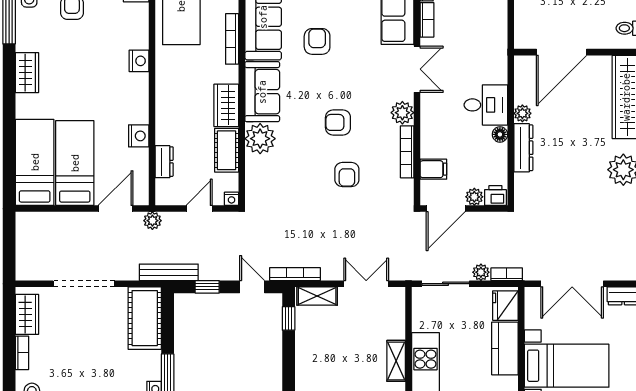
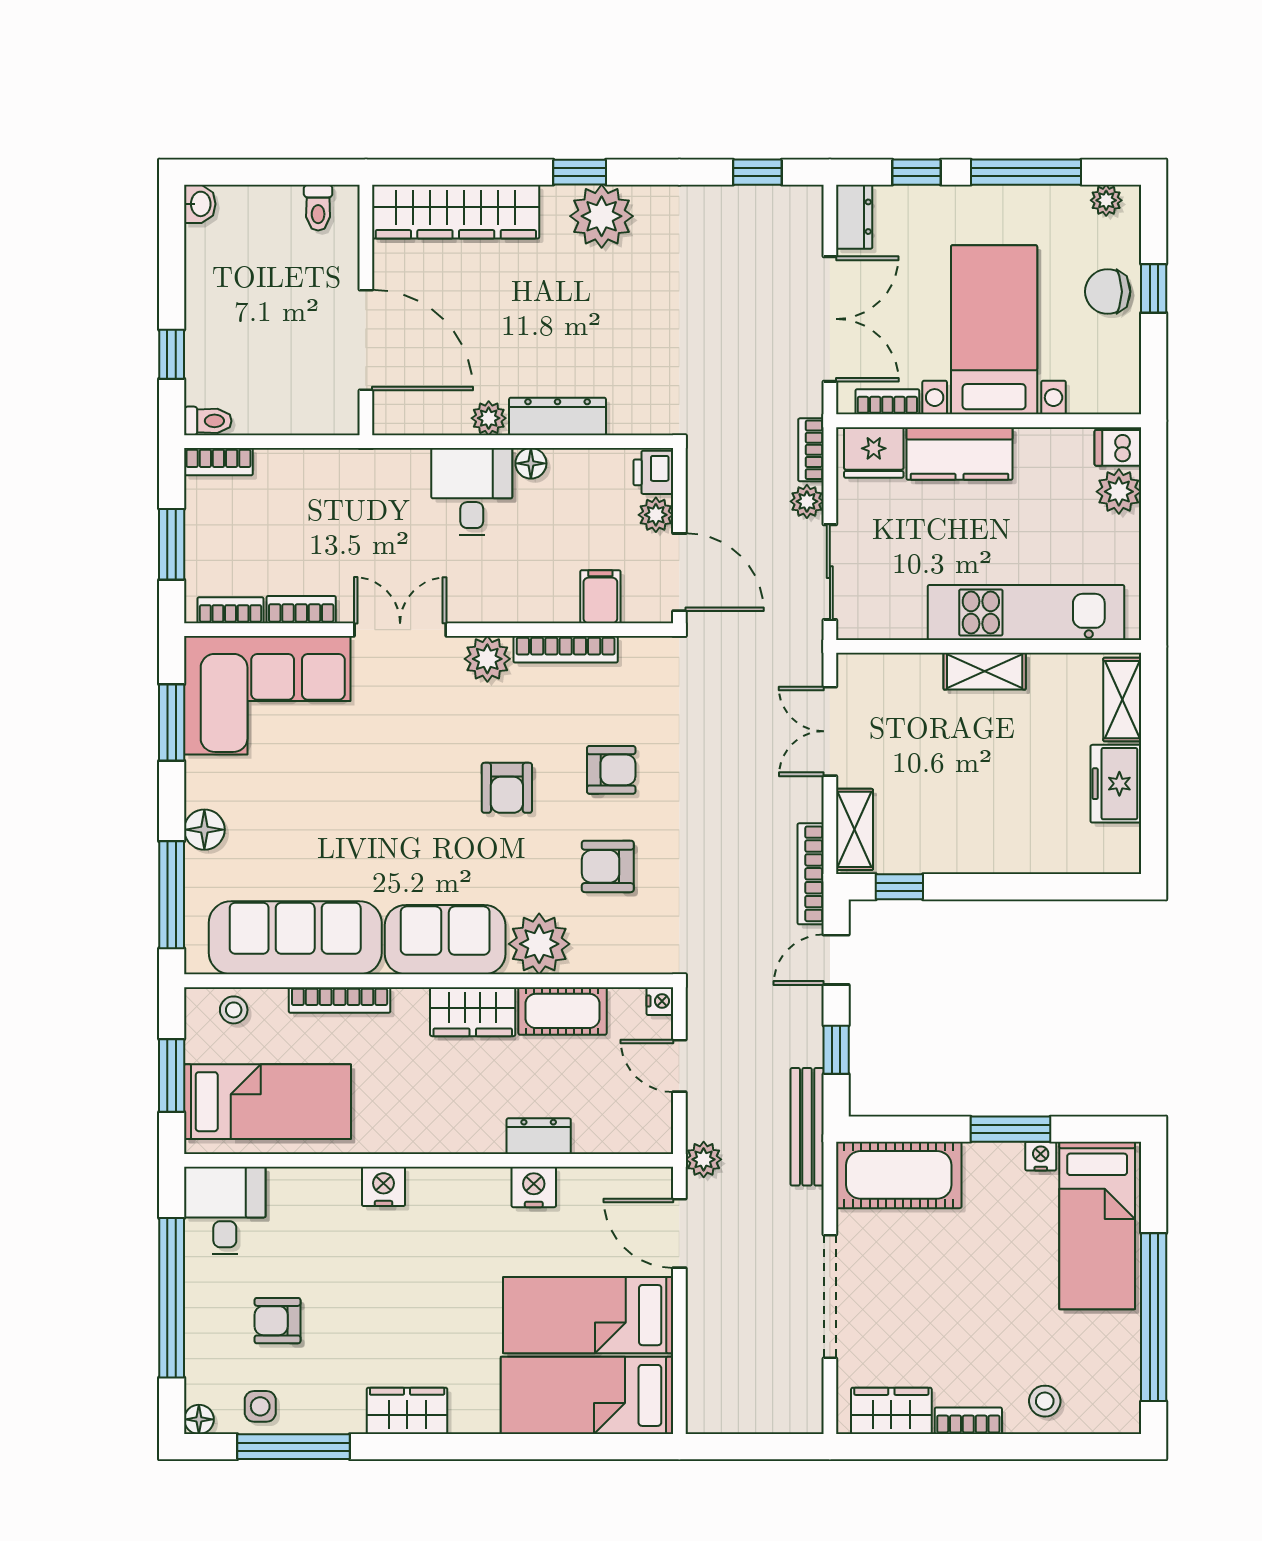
armchair: (317, 41) -> (608, 866), moved
dresser: (164, 162) -> (539, 1136), moved
bookcase: (531, 312) -> (887, 402), added

